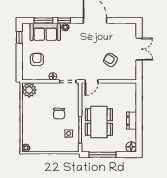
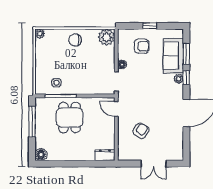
window: (19, 37) -> (150, 26), moved
chair: (59, 113) -> (75, 40), moved
dresser: (132, 121) -> (105, 155), moved
dining table: (99, 122) -> (70, 117), width x0.73

